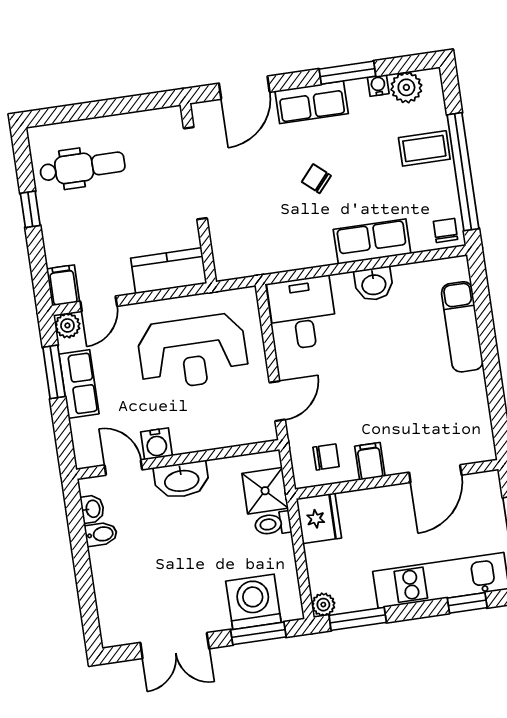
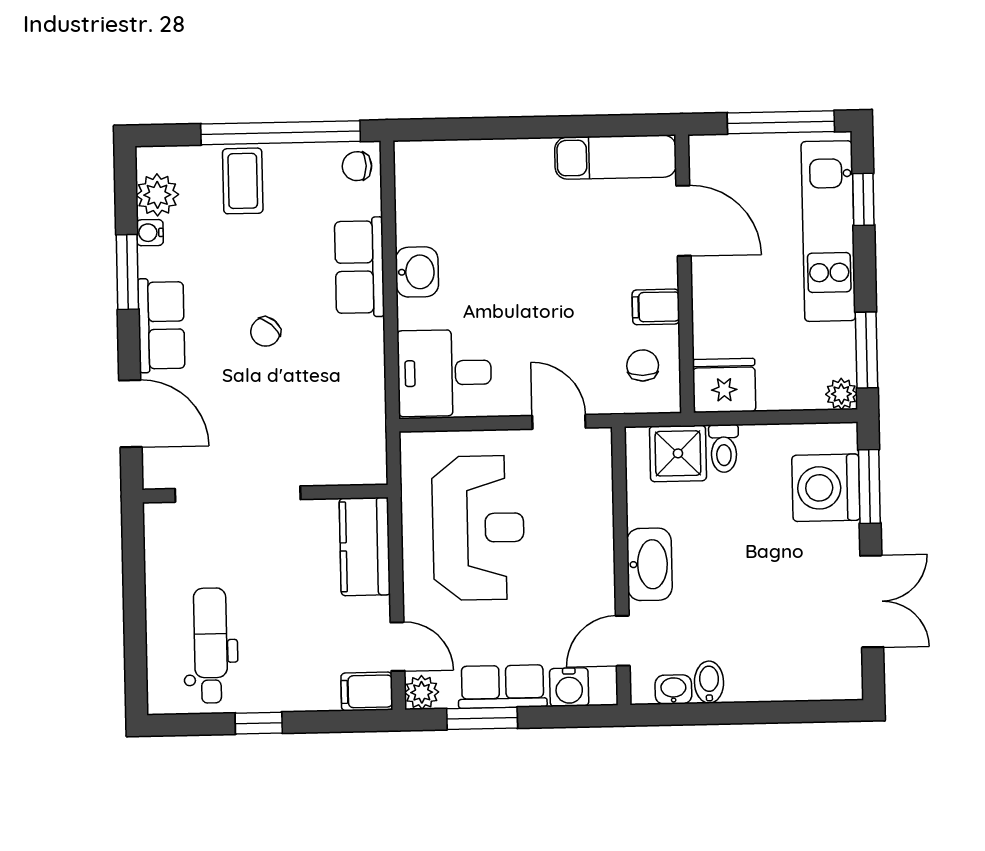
exam couch: (462, 327) -> (615, 157), moved
water cooler: (156, 444) -> (569, 687), moved, turned 90

